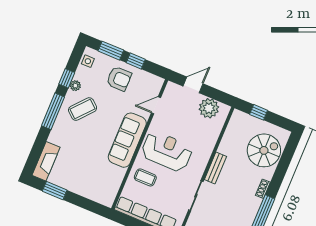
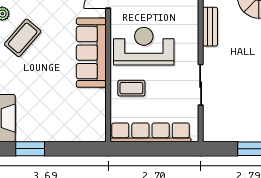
bench: (215, 168) -> (210, 27), moved

